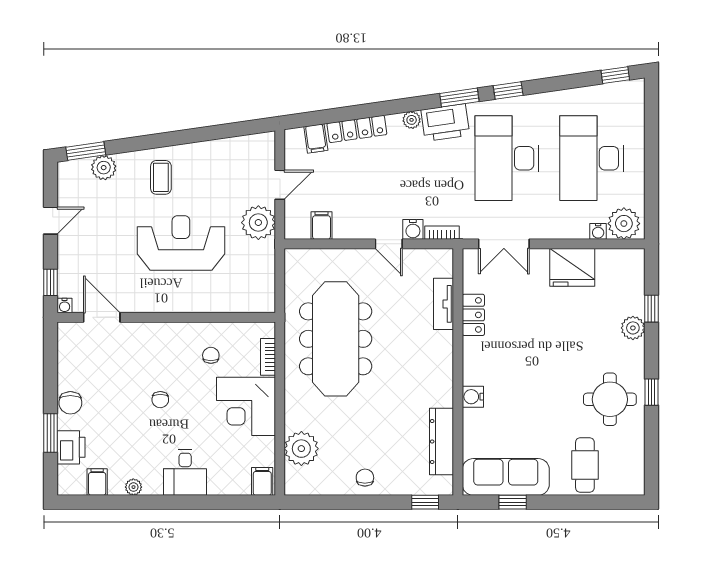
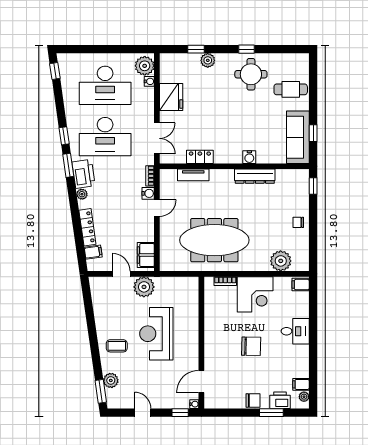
filing cabinet: (322, 226) -> (146, 255), width x2.00
chair: (211, 355) -> (224, 316), removed
chair: (160, 400) -> (251, 346), width x1.87, depth x1.87
dresser: (441, 442) -> (255, 176), moved
plant: (133, 487) -> (304, 397), moved

